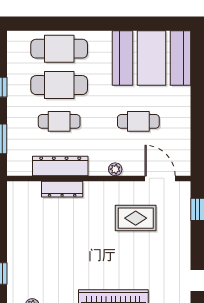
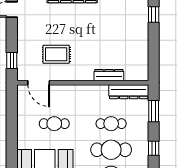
dresser: (60, 166) -> (129, 92), moved
plant: (115, 169) -> (71, 89), removed

